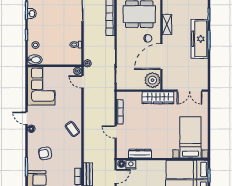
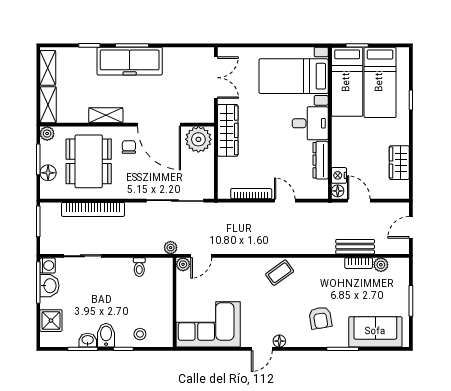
bidet: (35, 60) -> (106, 335), moved
door: (116, 132) -> (285, 201), swing flipped
desk: (162, 147) -> (310, 123), added

